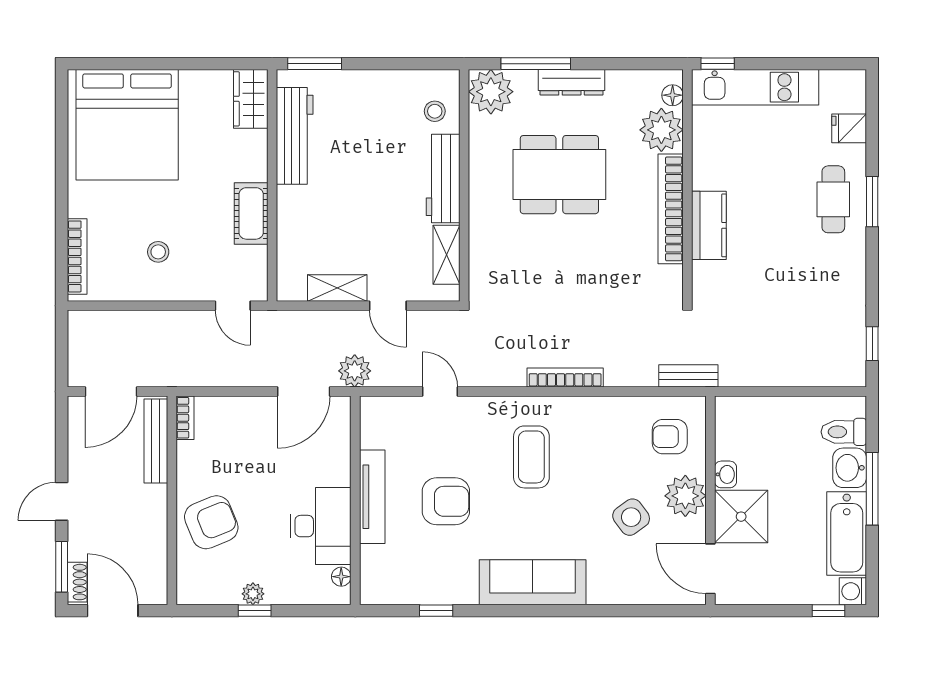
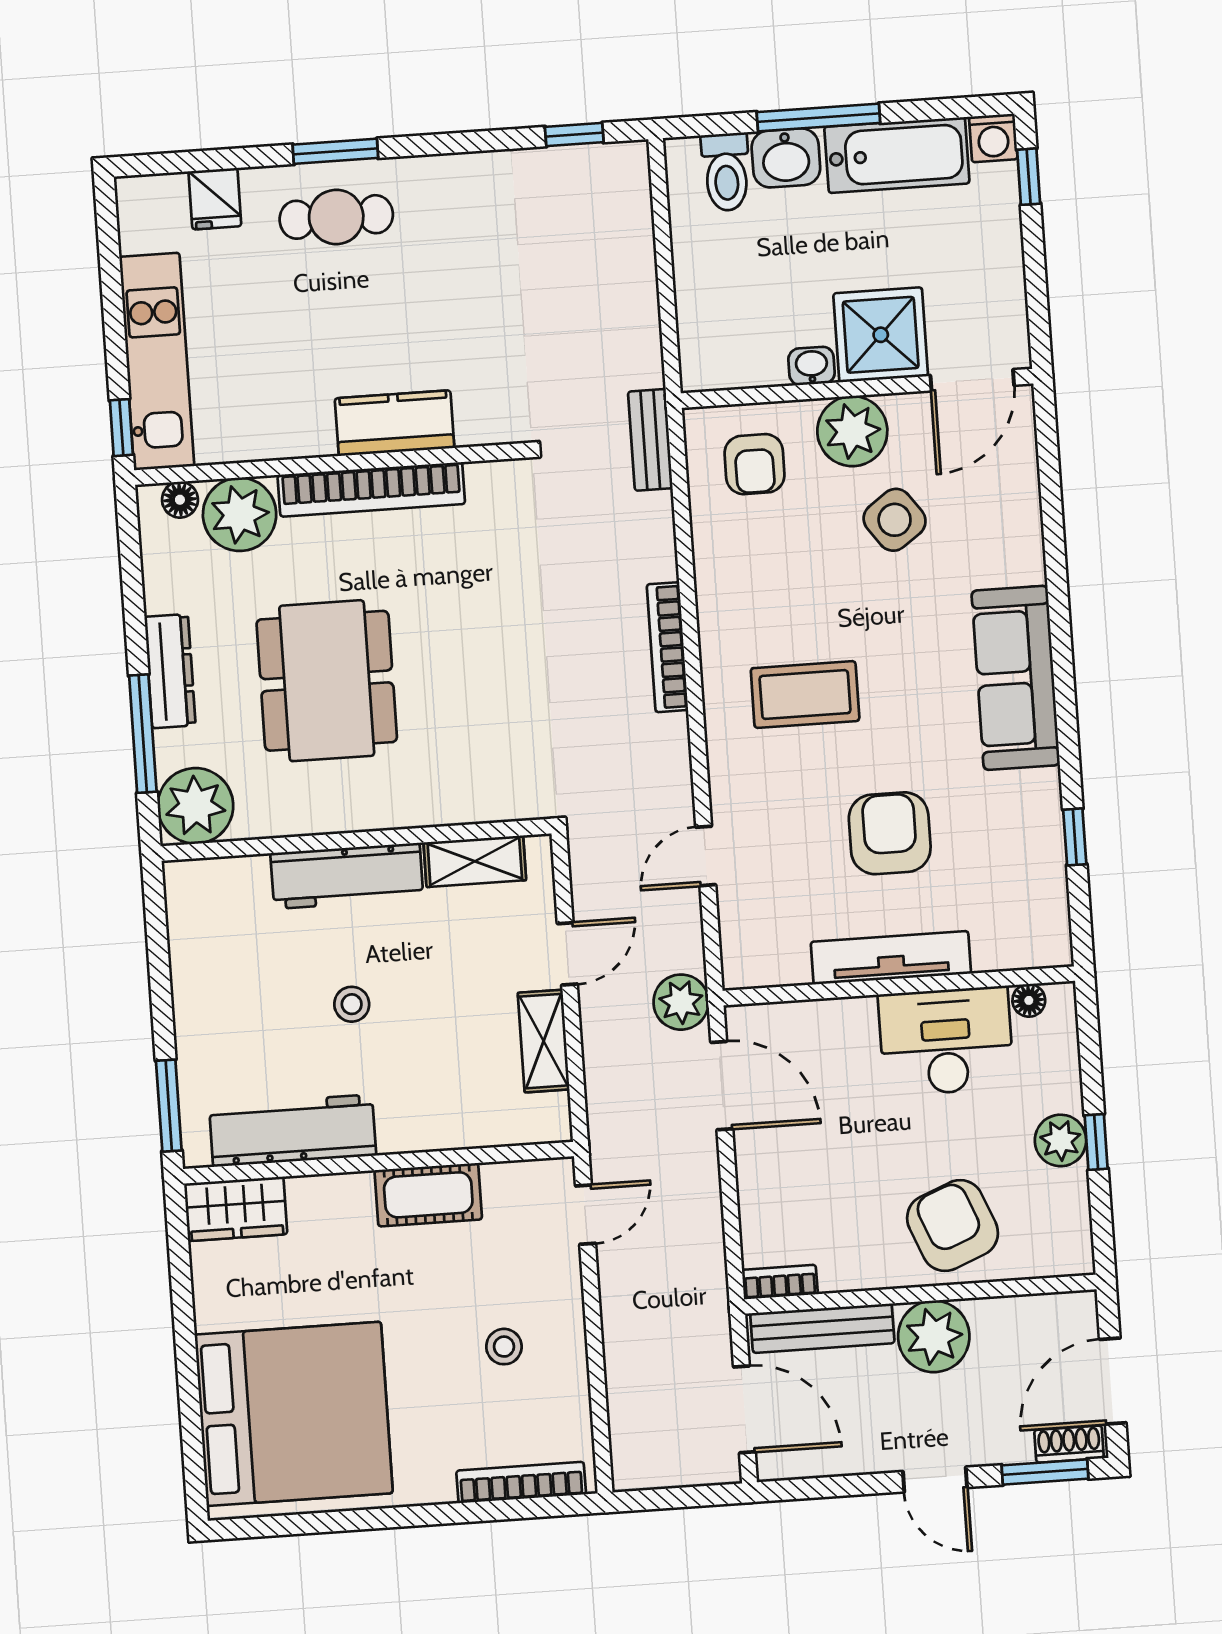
stool: (435, 111) -> (352, 1004), moved
plant: (146, 507) -> (934, 1336), added
plant: (253, 594) -> (1061, 1140), width x1.38, depth x1.38

